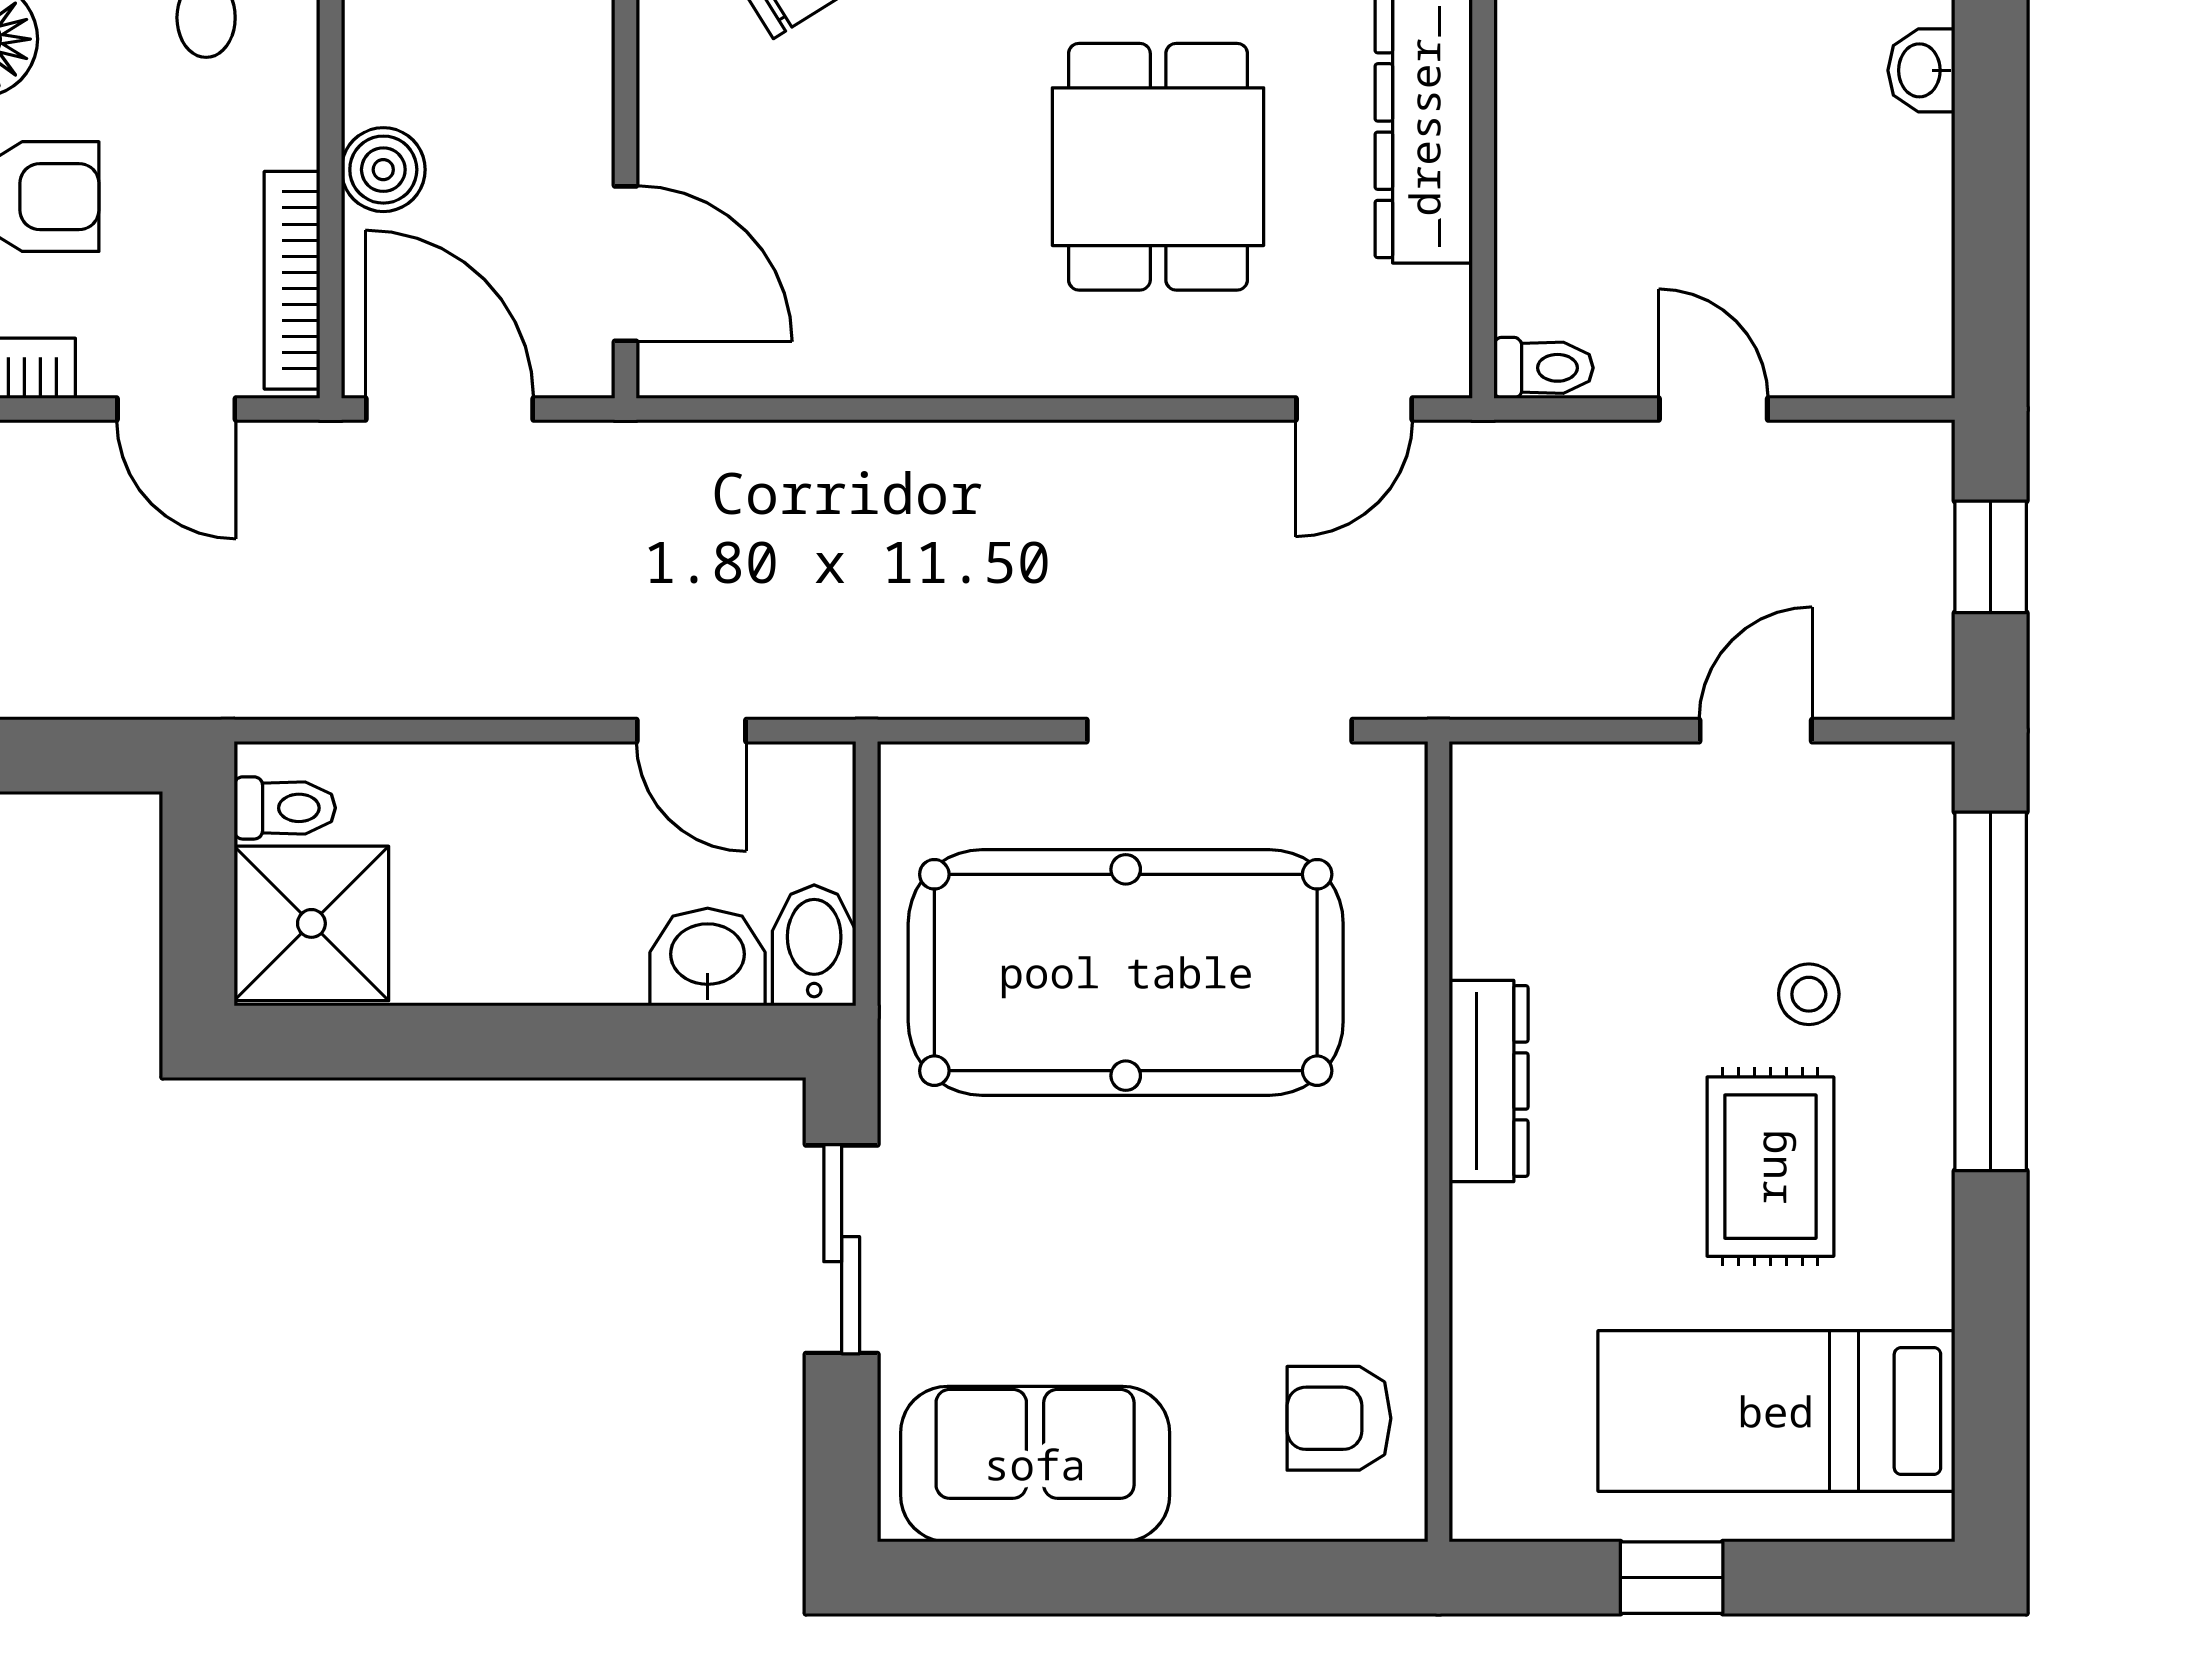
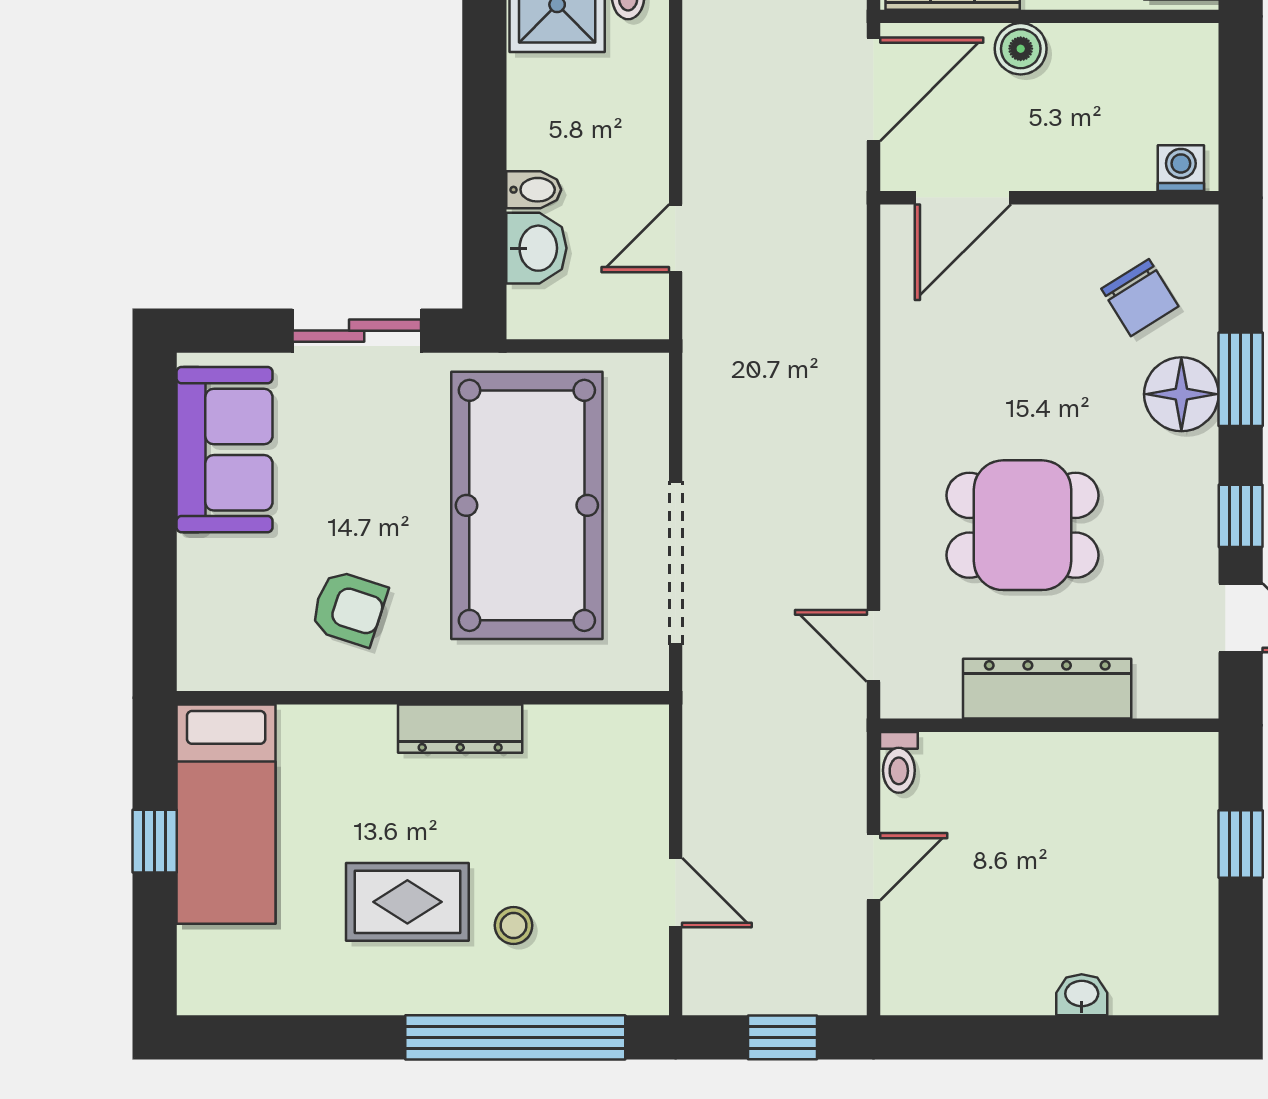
bidet: (814, 945) -> (534, 190), moved, width x0.72, depth x0.74
bed: (1776, 1411) -> (226, 814), moved, turned 180
armchair: (1339, 1418) -> (349, 608), moved, turned 108

